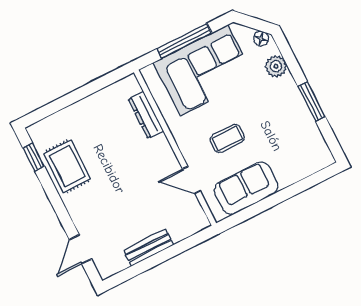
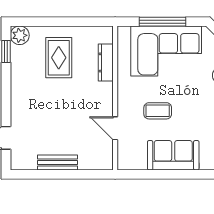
plant: (40, 133) -> (20, 35), added
rug: (67, 166) -> (59, 58), moved
sofa: (246, 188) -> (173, 155), moved

